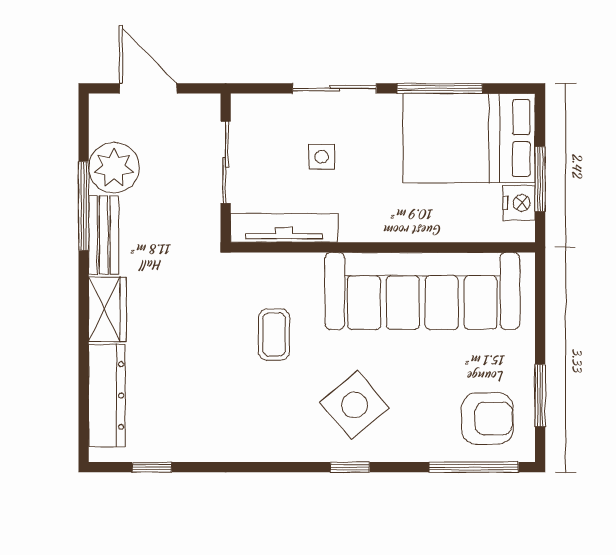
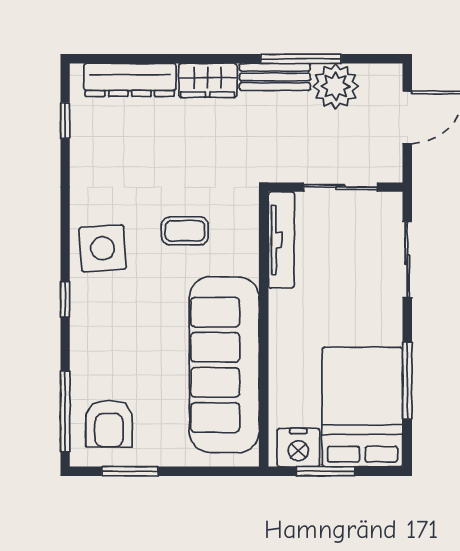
sliding door: (335, 88) -> (407, 259), moved
side table: (322, 157) -> (346, 274), removed
nightstand: (519, 203) -> (298, 448), width x1.36, depth x1.33
side table: (355, 405) -> (103, 248), moved, turned 36

